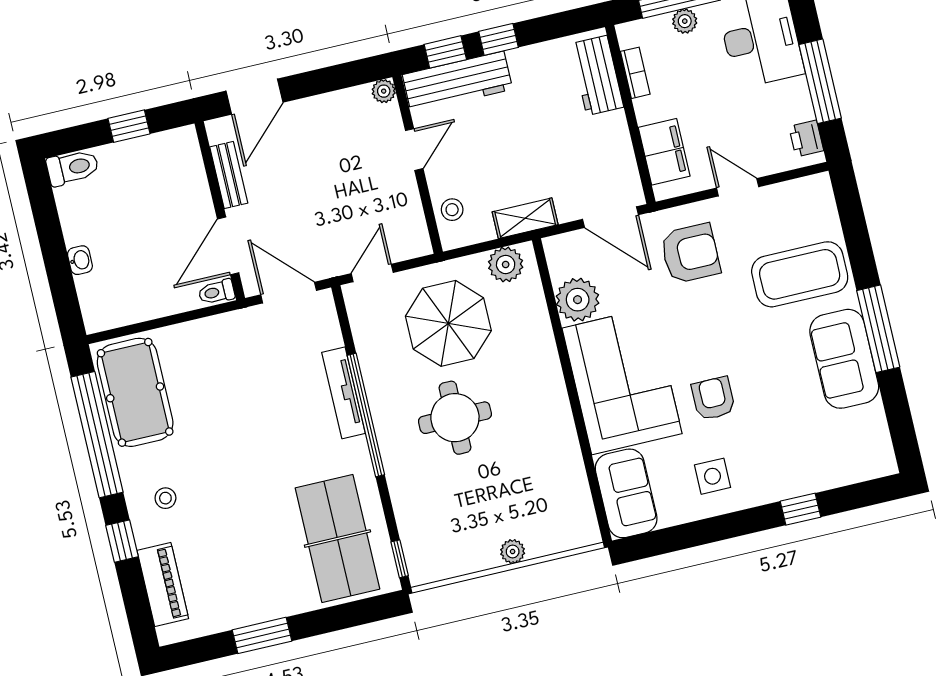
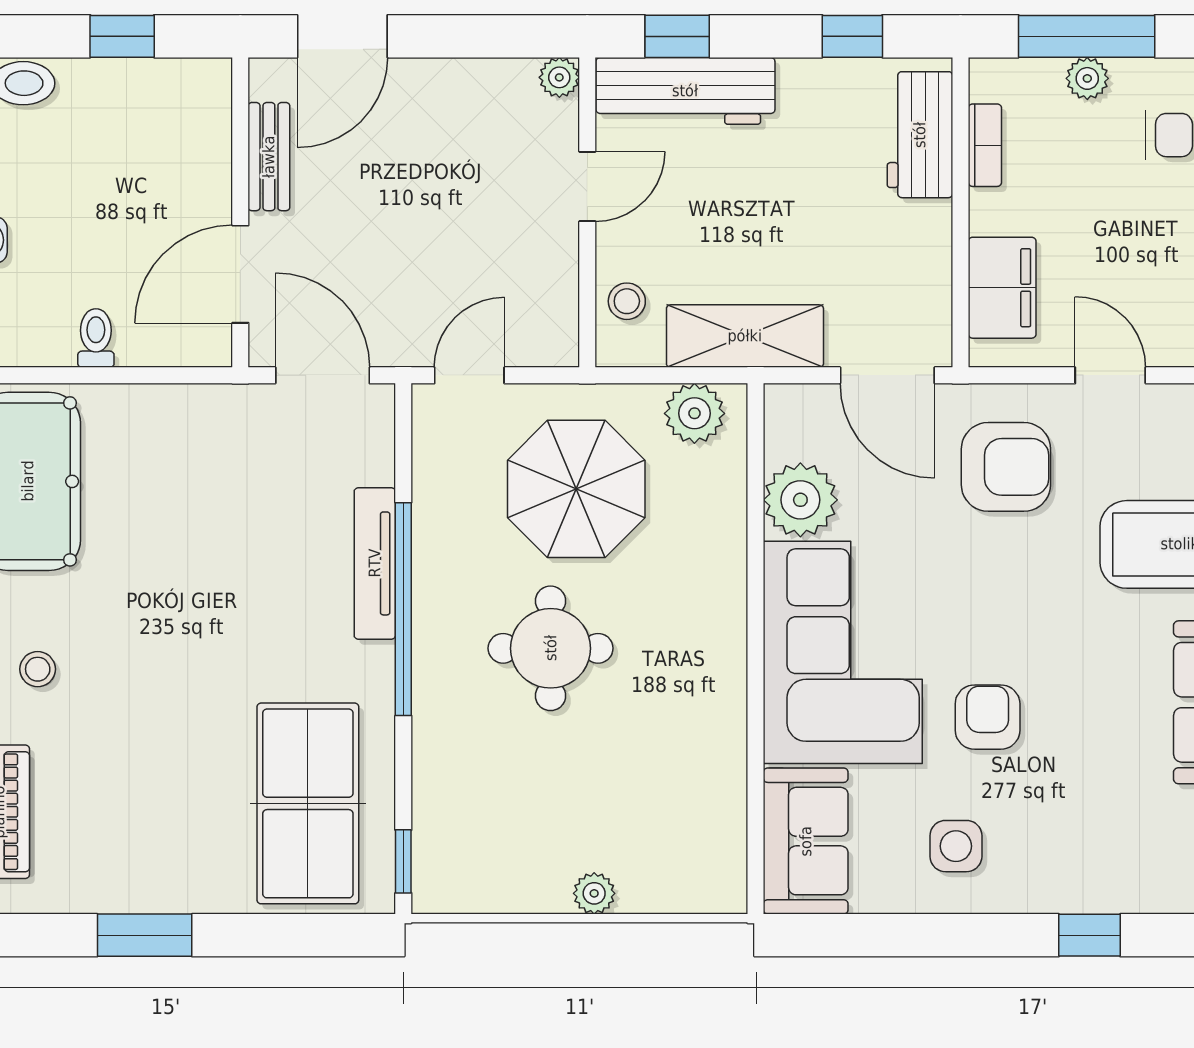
window: (499, 39) -> (852, 36), moved
shelving: (525, 218) -> (745, 336), width x1.50, depth x1.33
toilet: (217, 292) -> (96, 338), moved, turned 90

